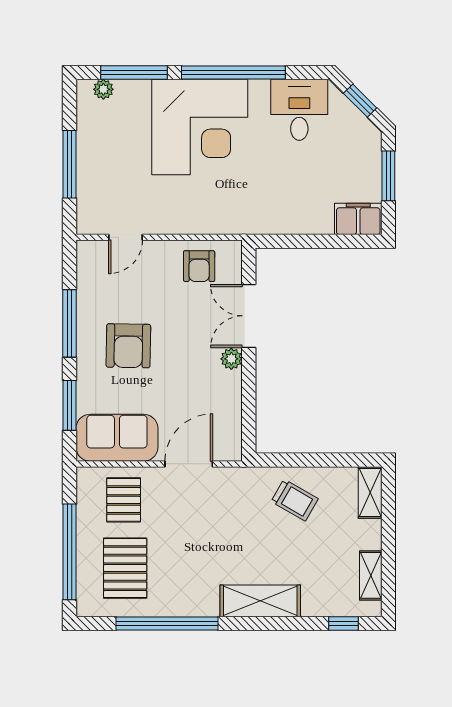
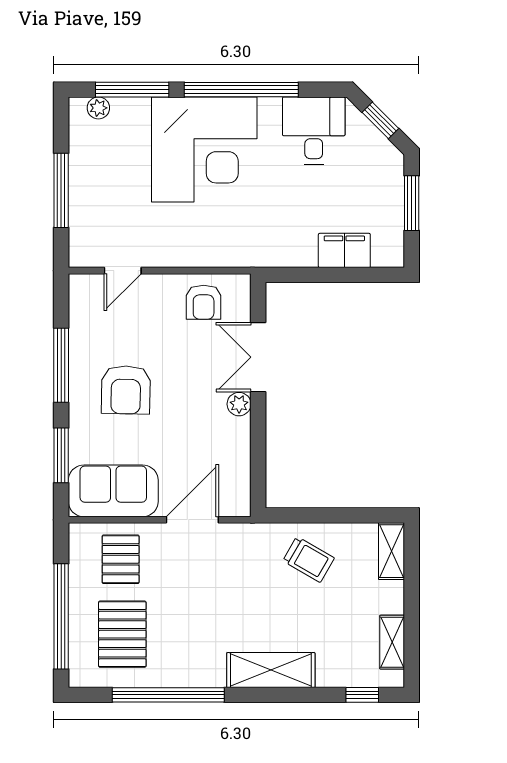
filing cabinet: (358, 219) -> (344, 250), moved

